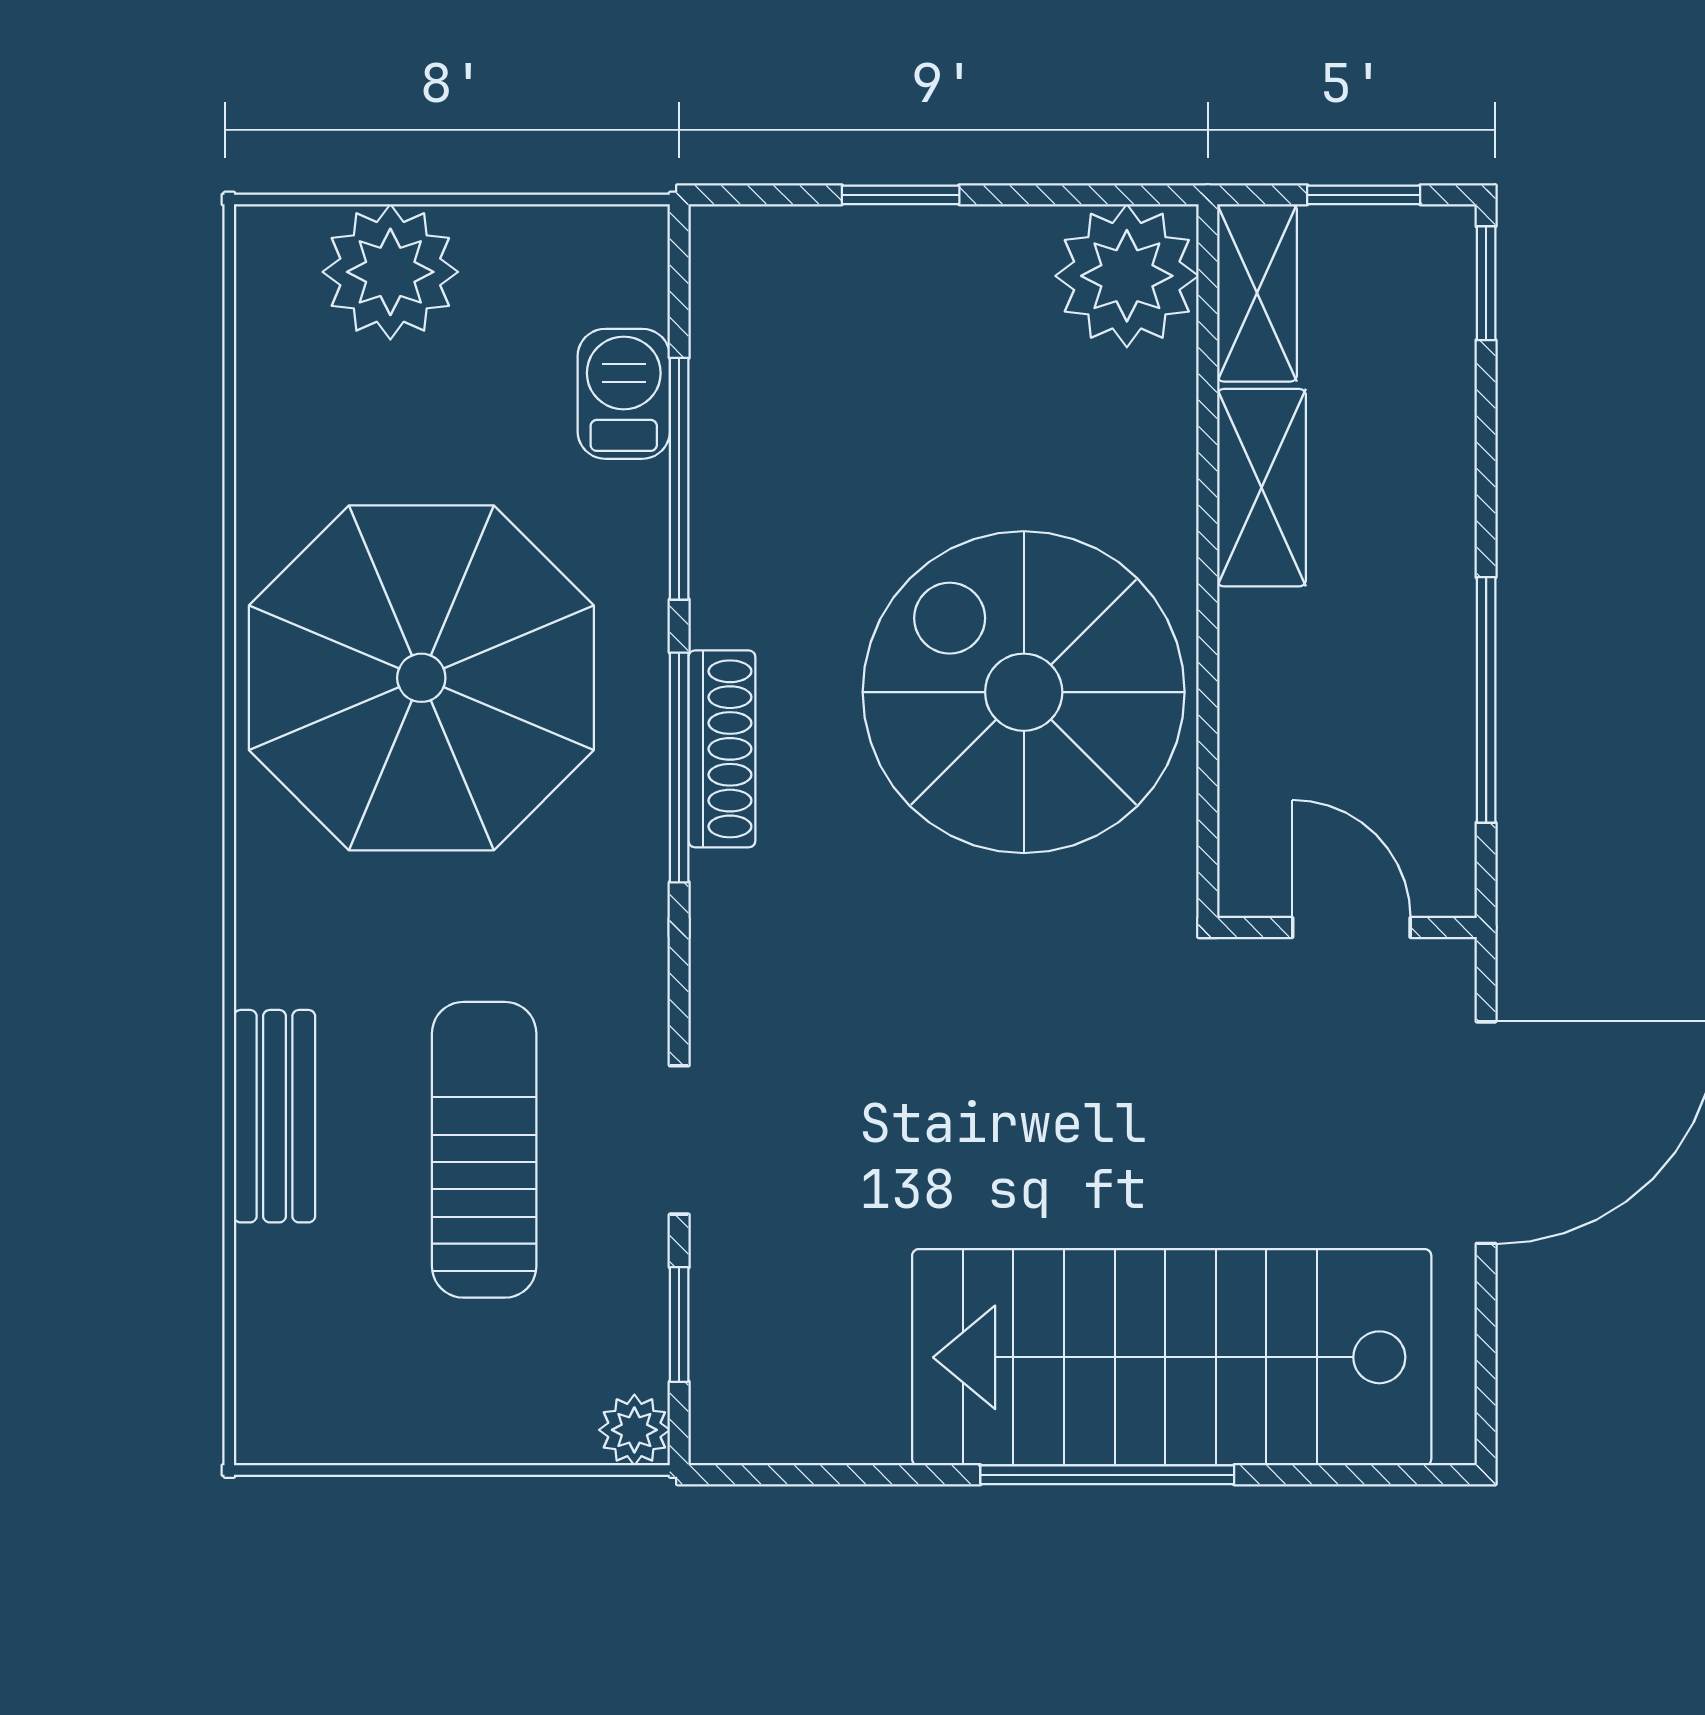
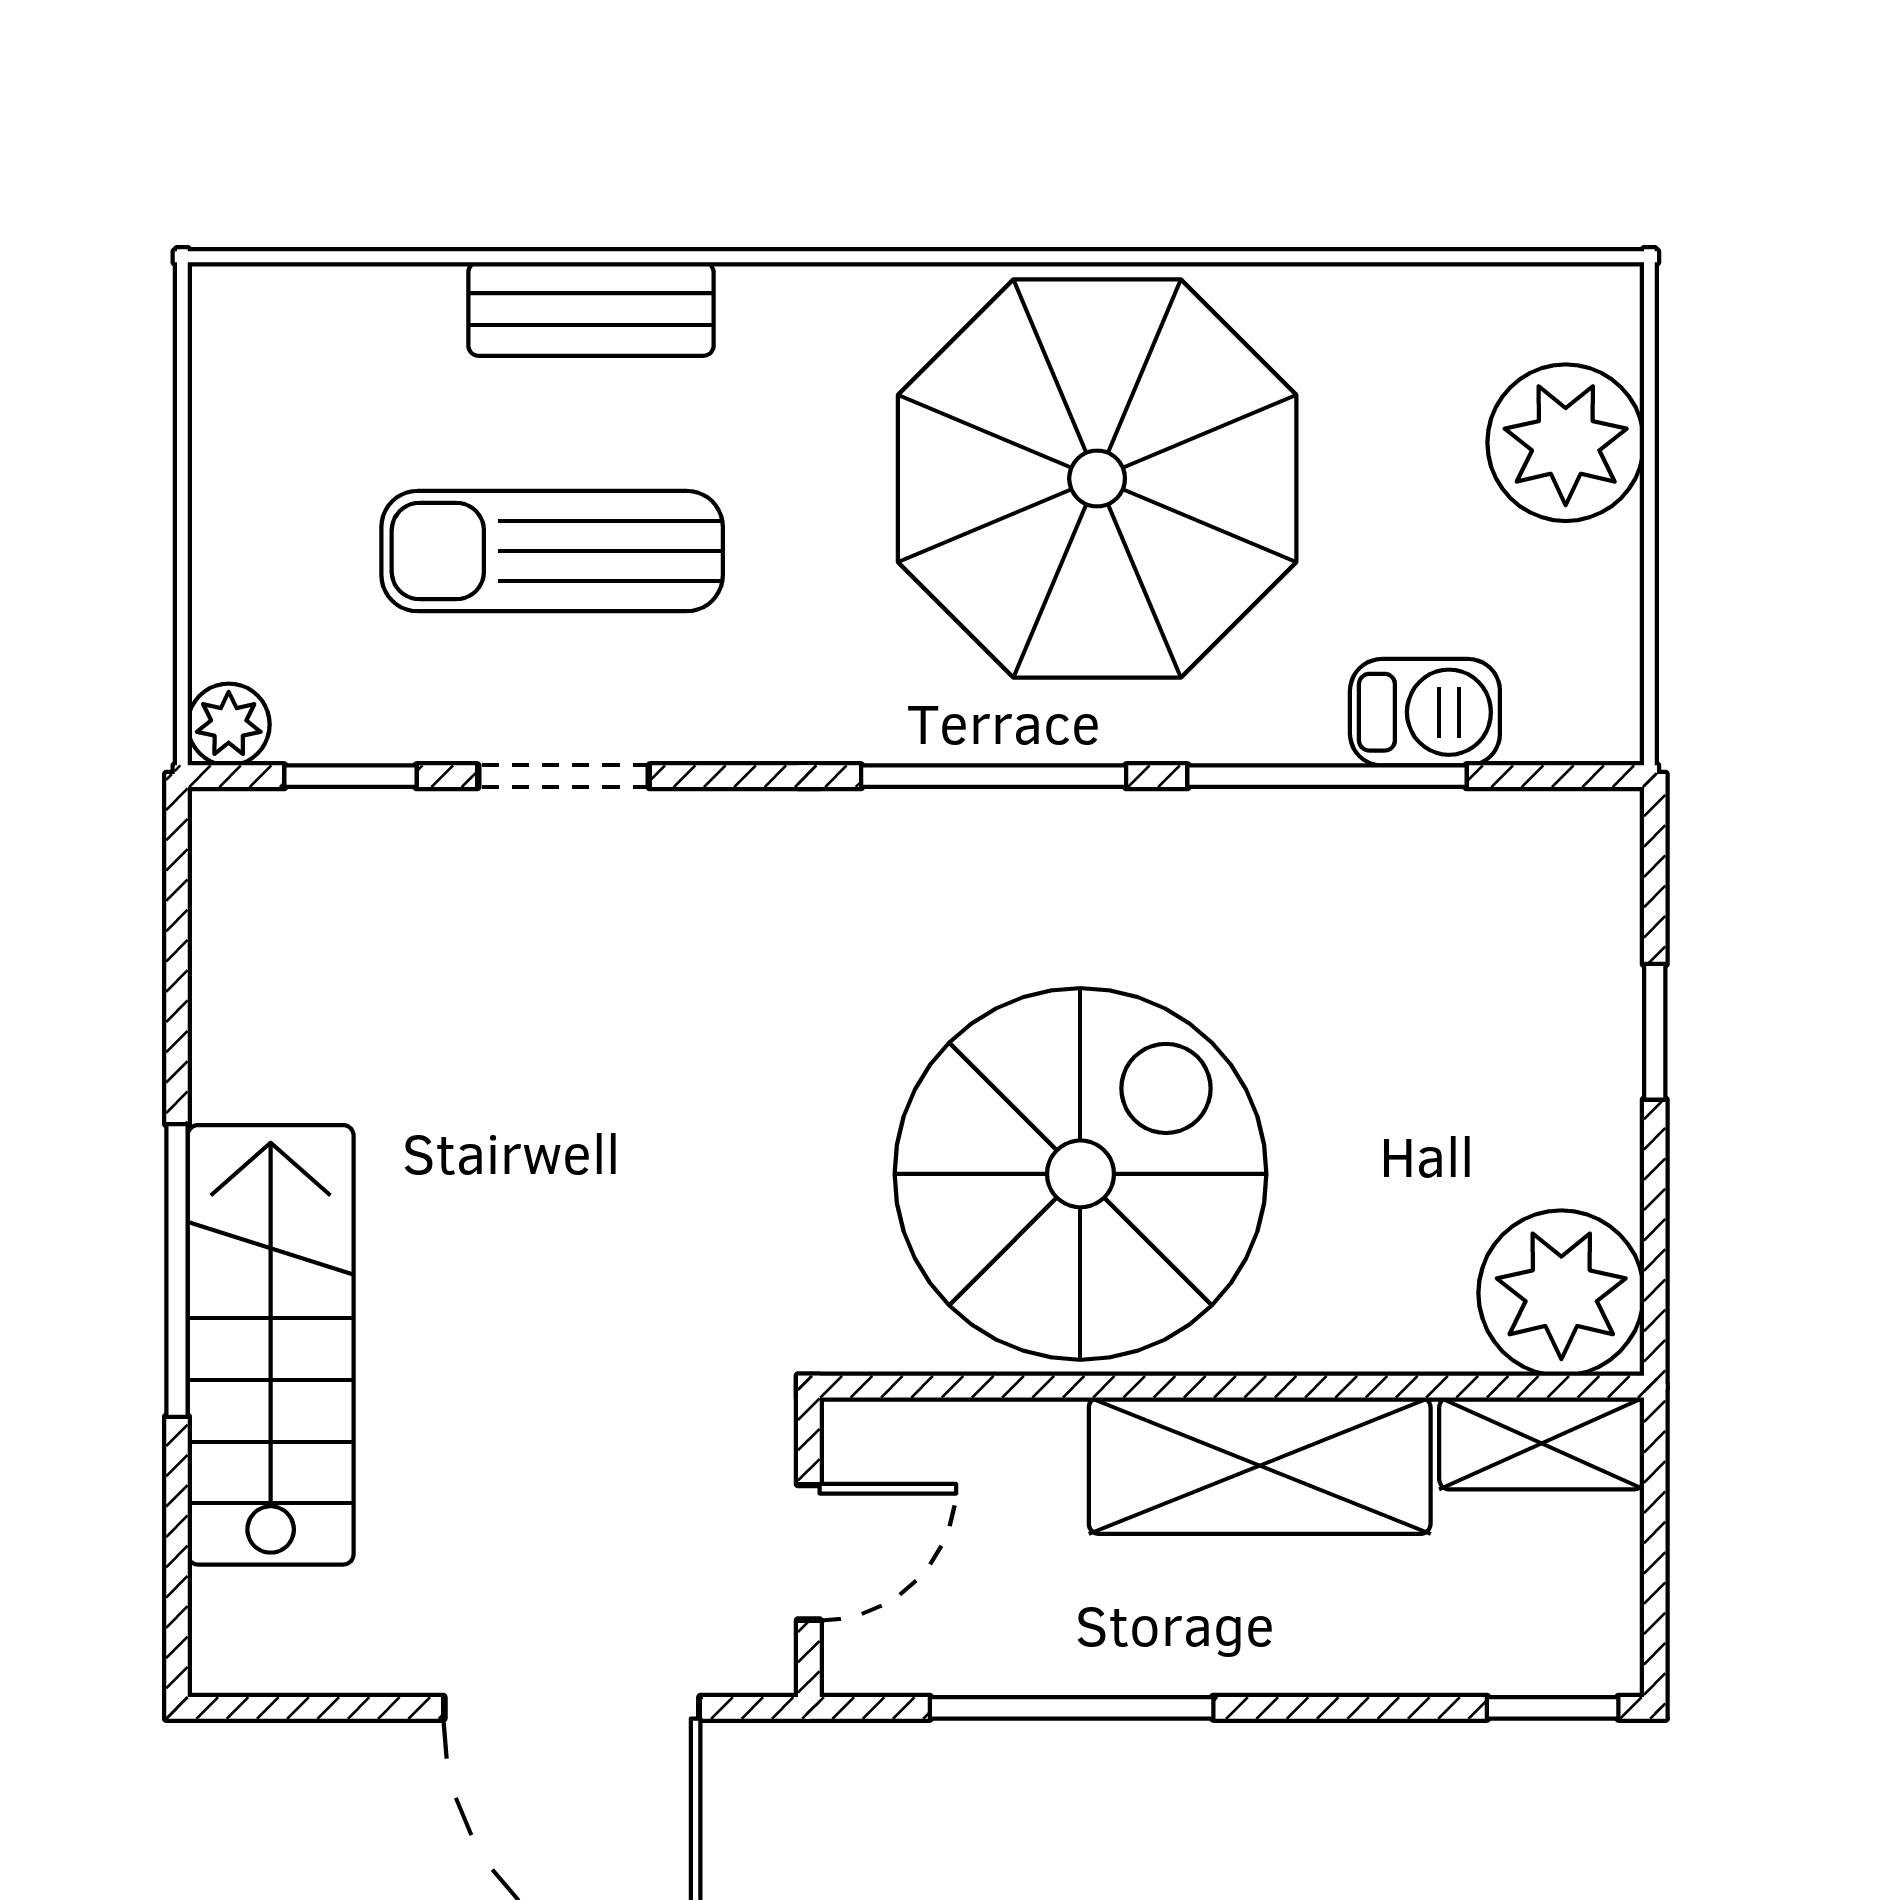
window: (1364, 195) -> (1655, 1567), removed
shelving: (1262, 488) -> (1260, 1466), width x1.50, depth x1.33
shoe rack: (722, 749) -> (1015, 826), removed
sun lounger: (484, 1150) -> (552, 551), turned 180
stairs: (1172, 1357) -> (271, 1345), width x0.73, depth x0.66

